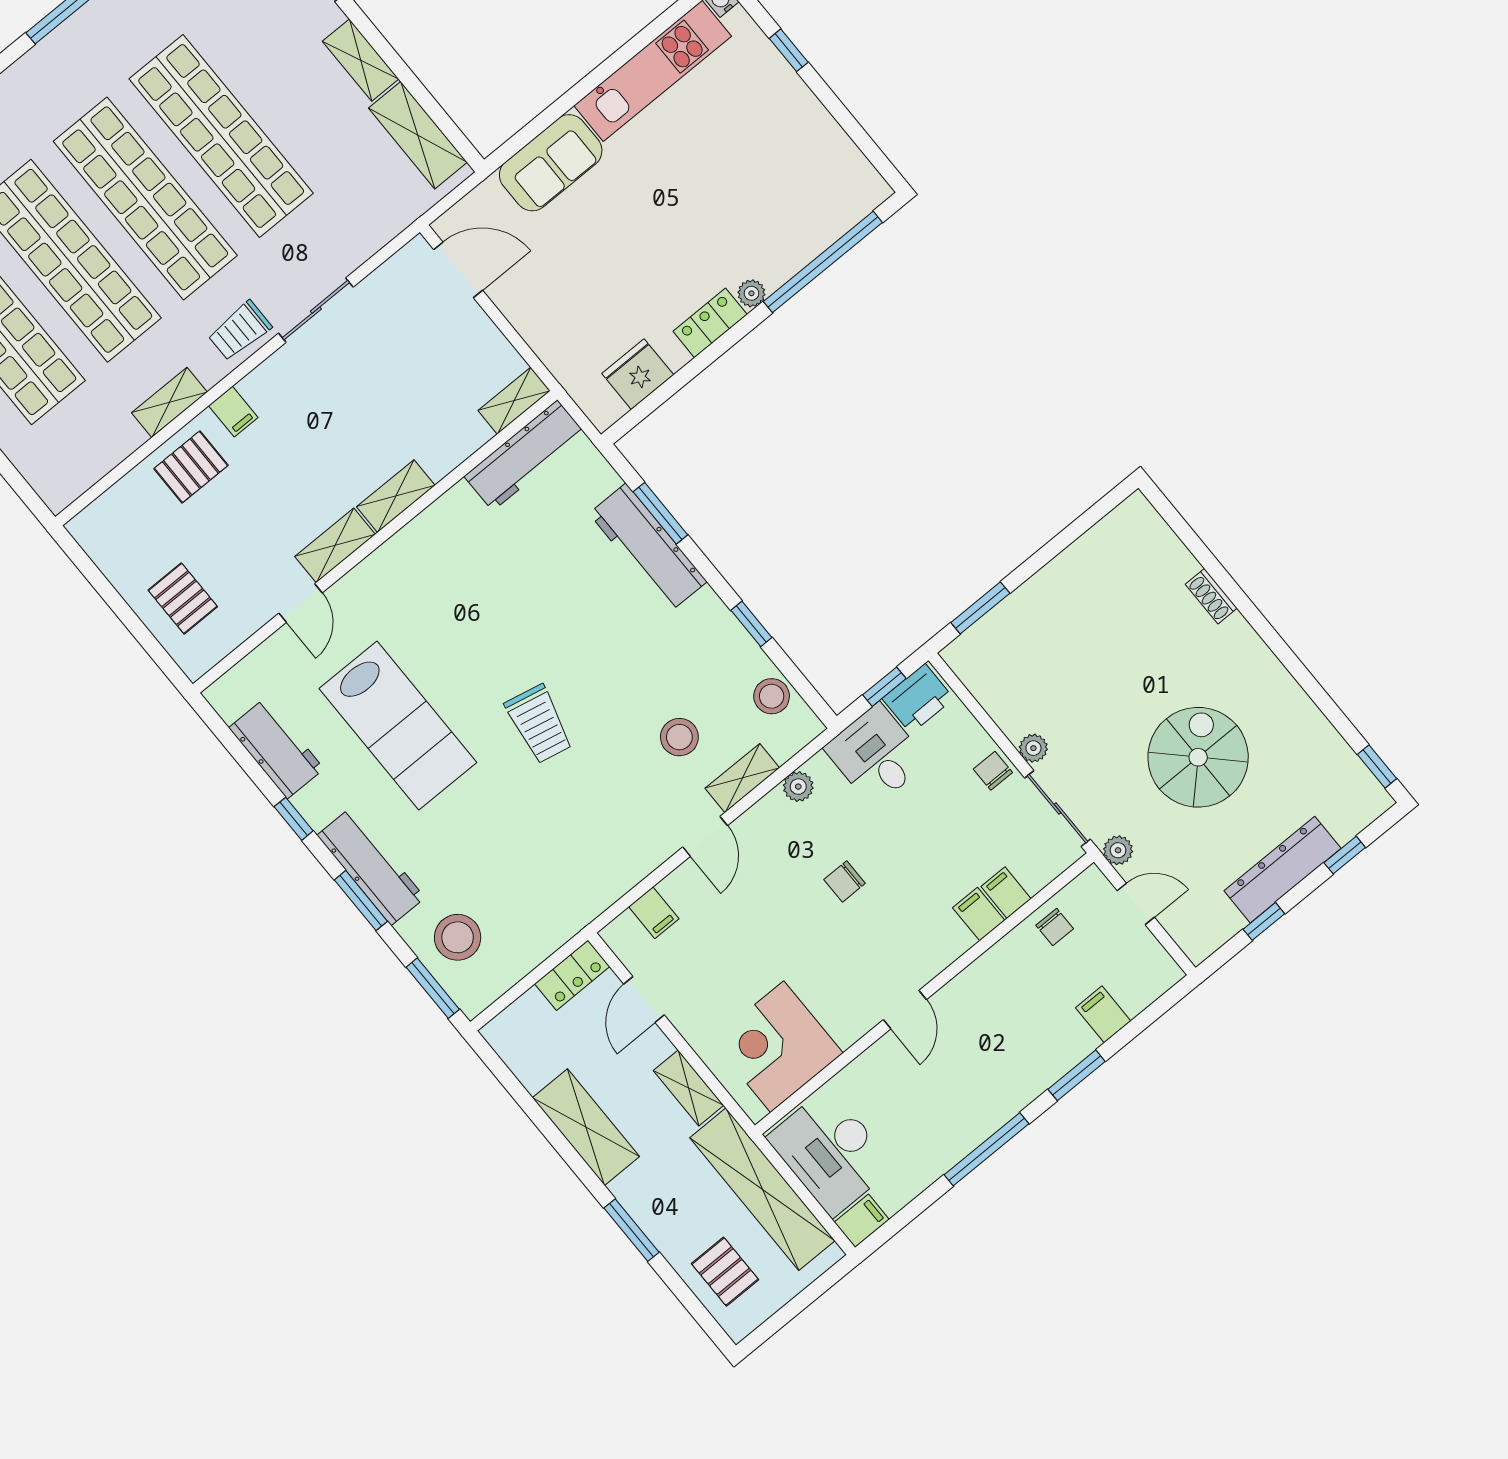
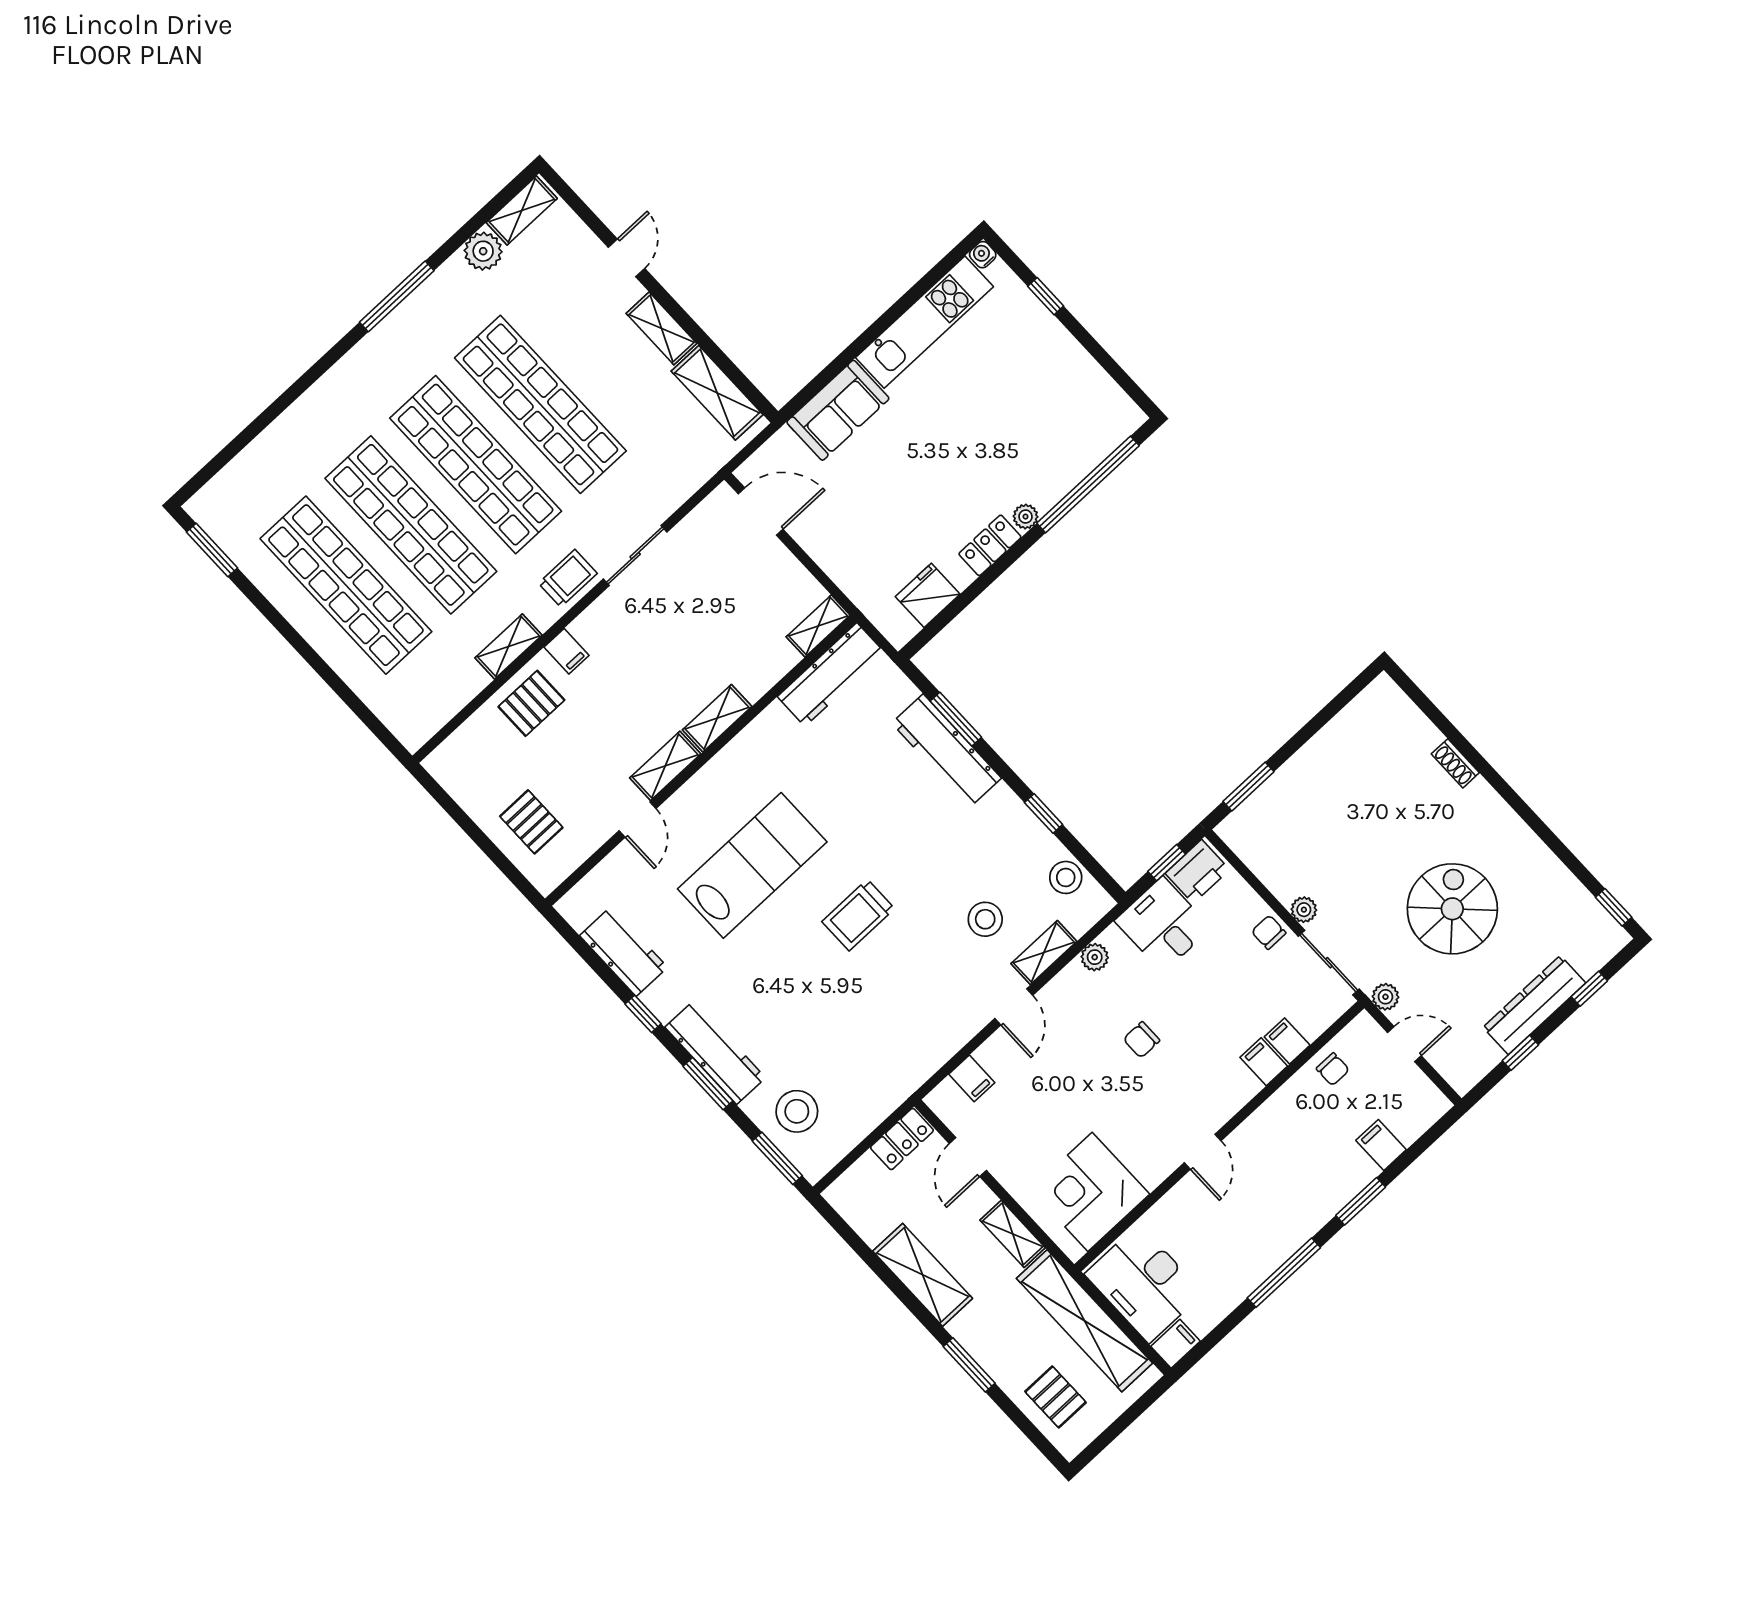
trolley: (240, 331) -> (568, 578), turned 180
trolley: (539, 724) -> (858, 915), turned 78
lab bench: (398, 725) -> (752, 865), moved, turned -90

